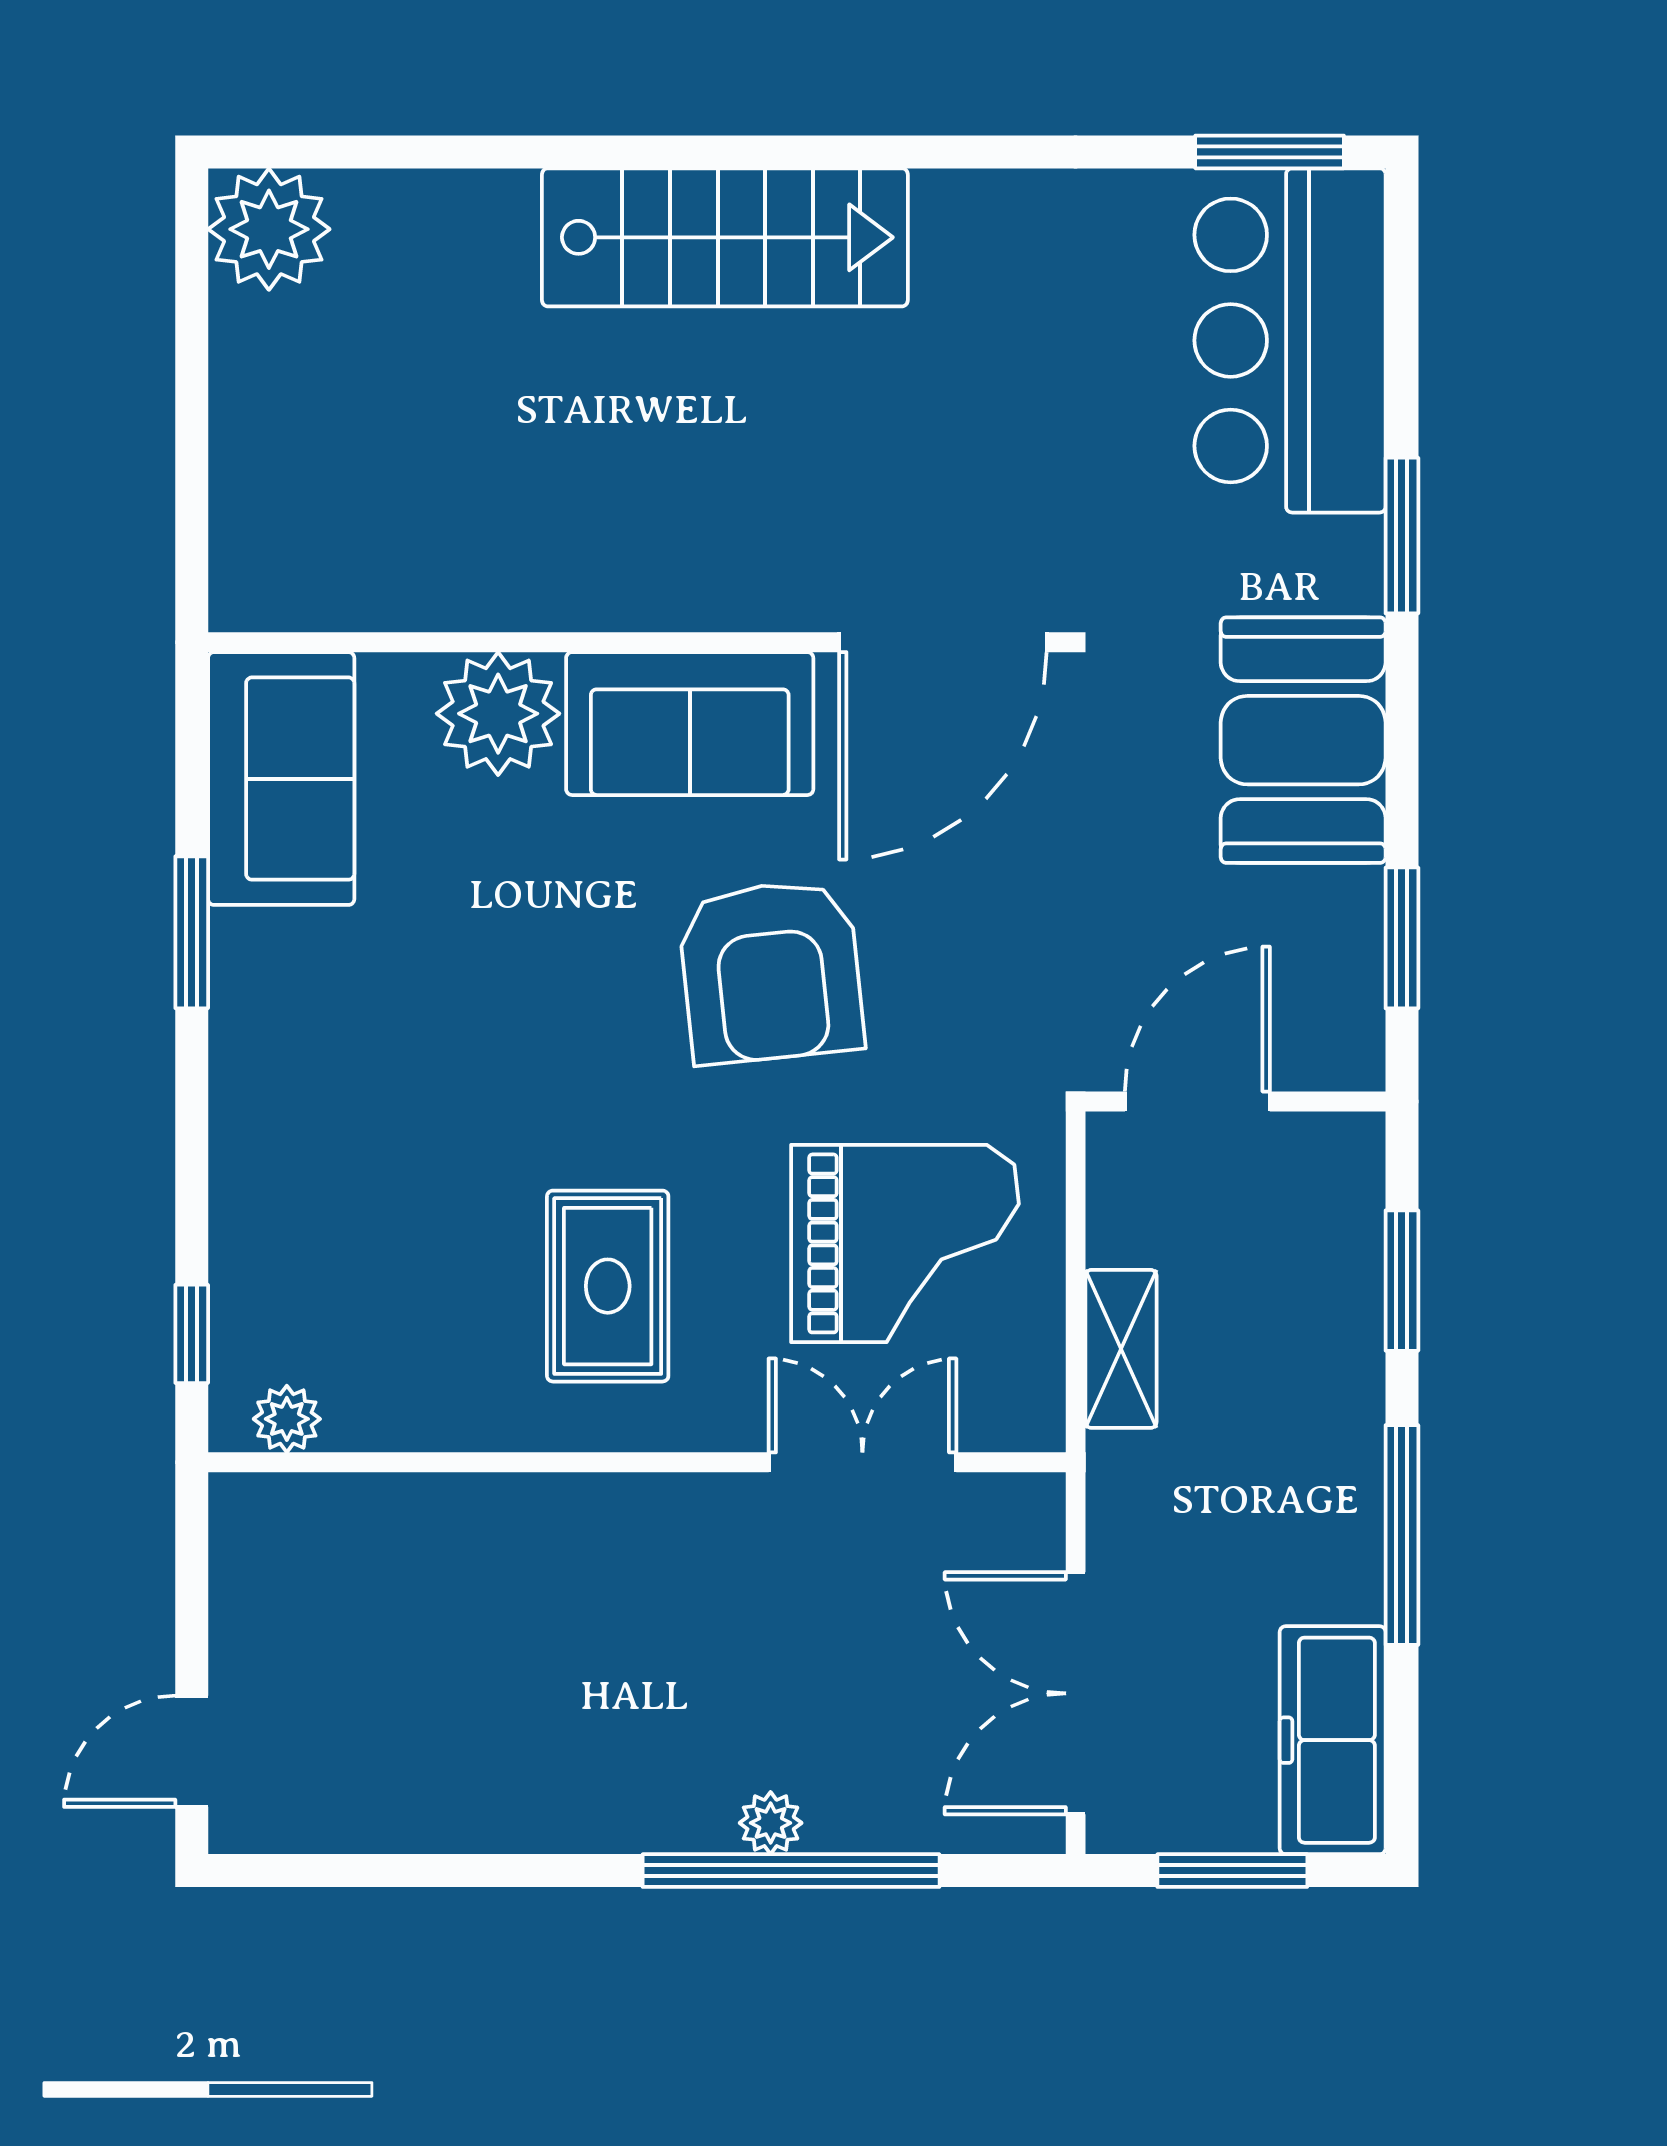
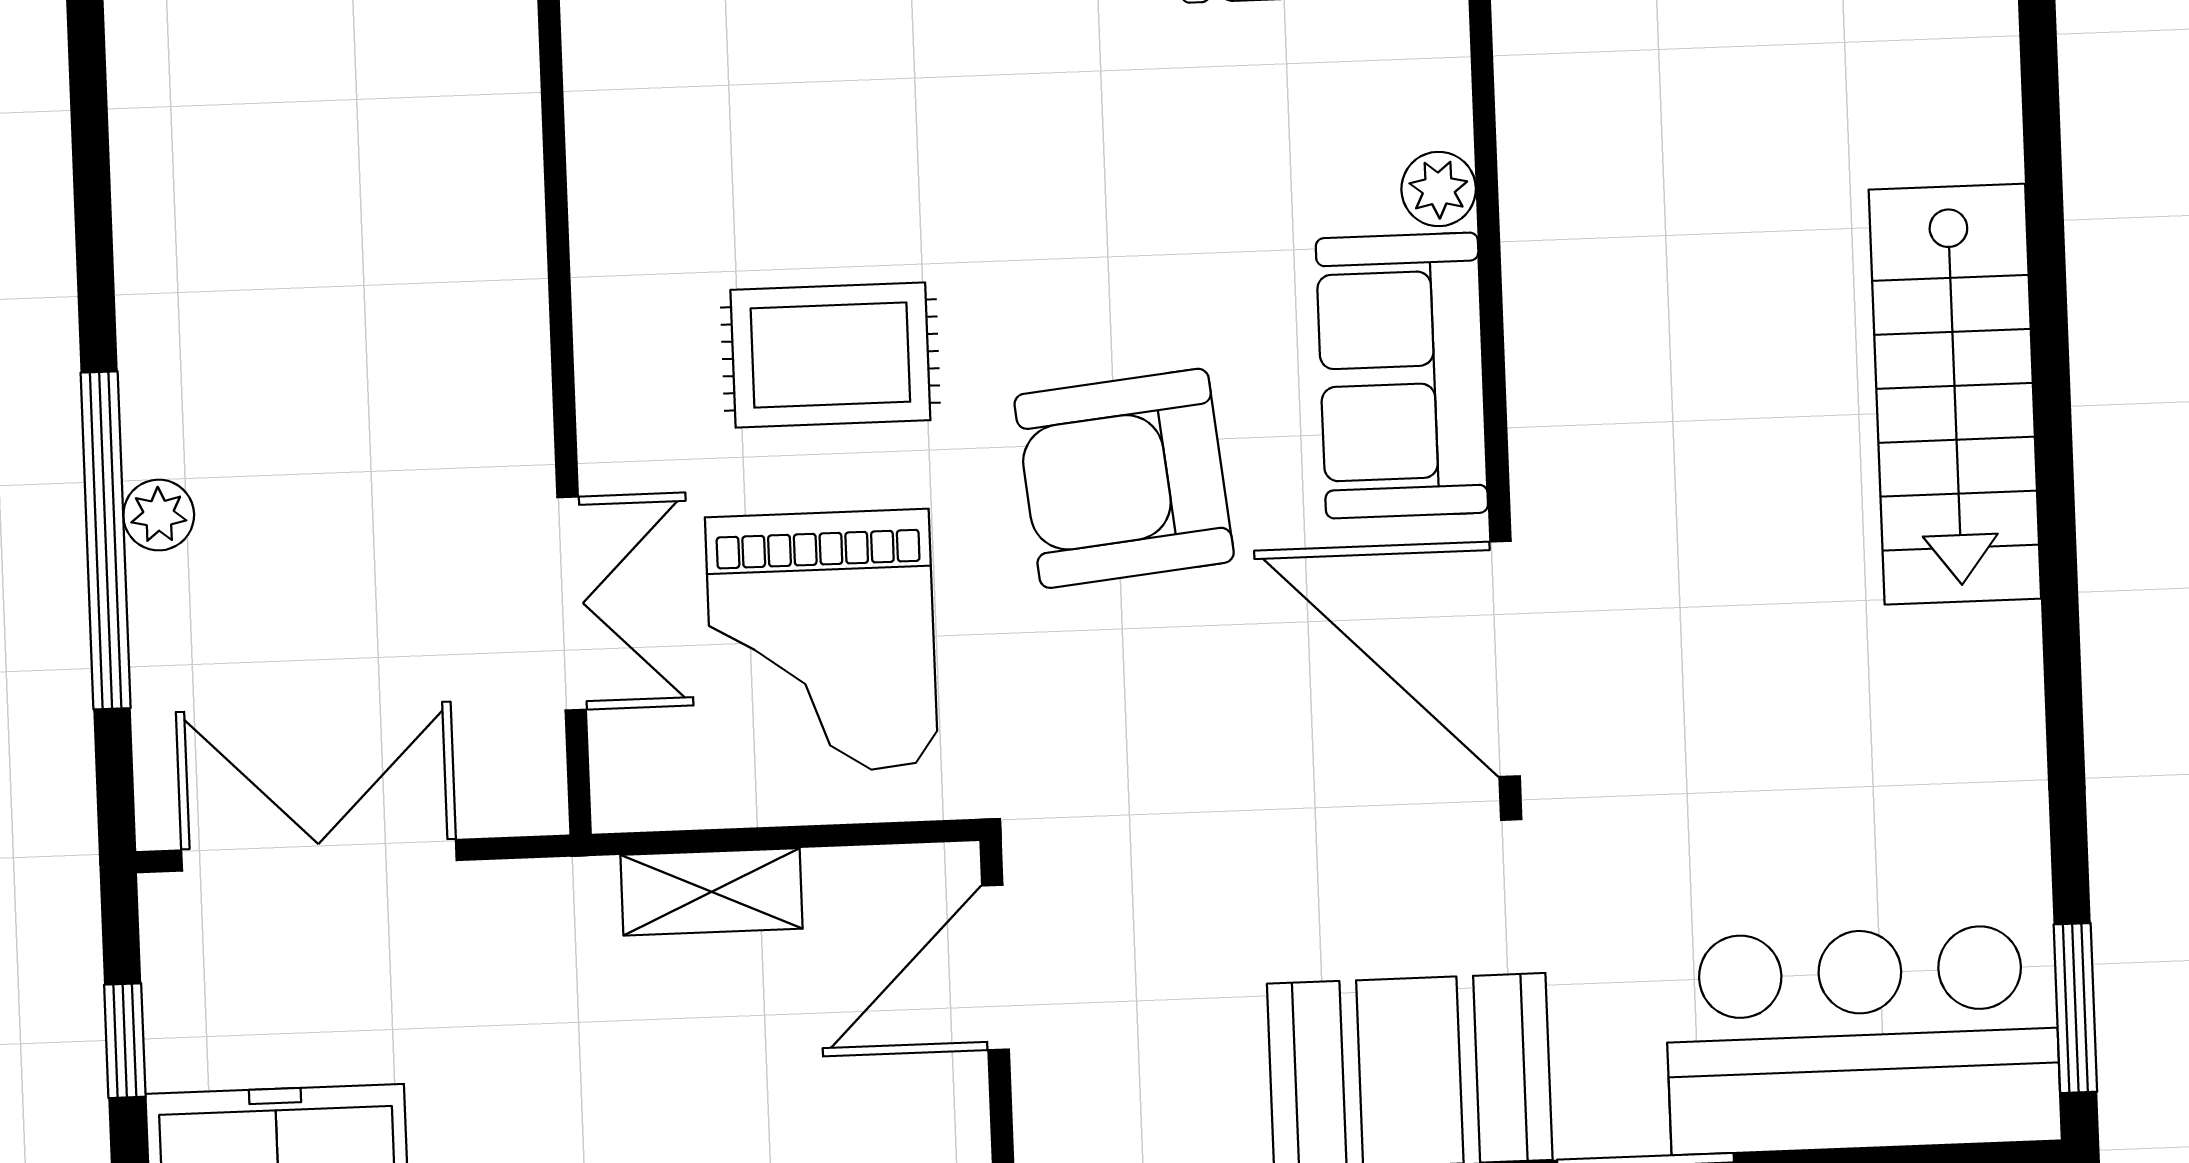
plant: (498, 714) -> (1439, 189), width x0.53, depth x0.53
door: (1197, 1101) -> (995, 967), swing flipped
rug: (608, 1286) -> (830, 355), moved
window: (1232, 1871) -> (125, 1041), width x0.67

